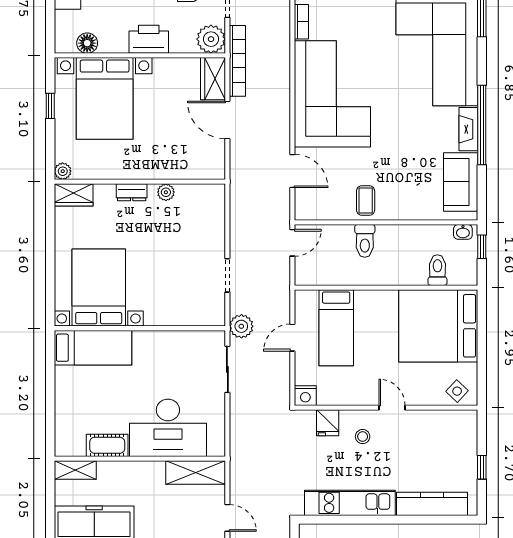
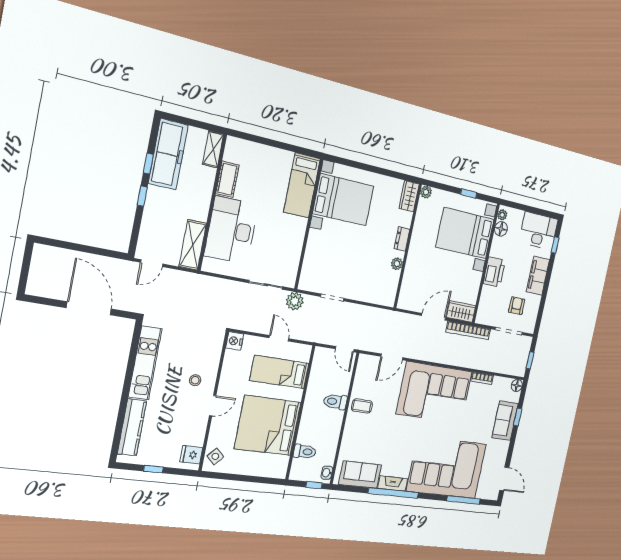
plant: (211, 39) -> (502, 215), moved, width x0.53, depth x0.53
bed: (438, 326) -> (268, 425), moved, turned -90
fridge: (328, 423) -> (191, 455), moved

